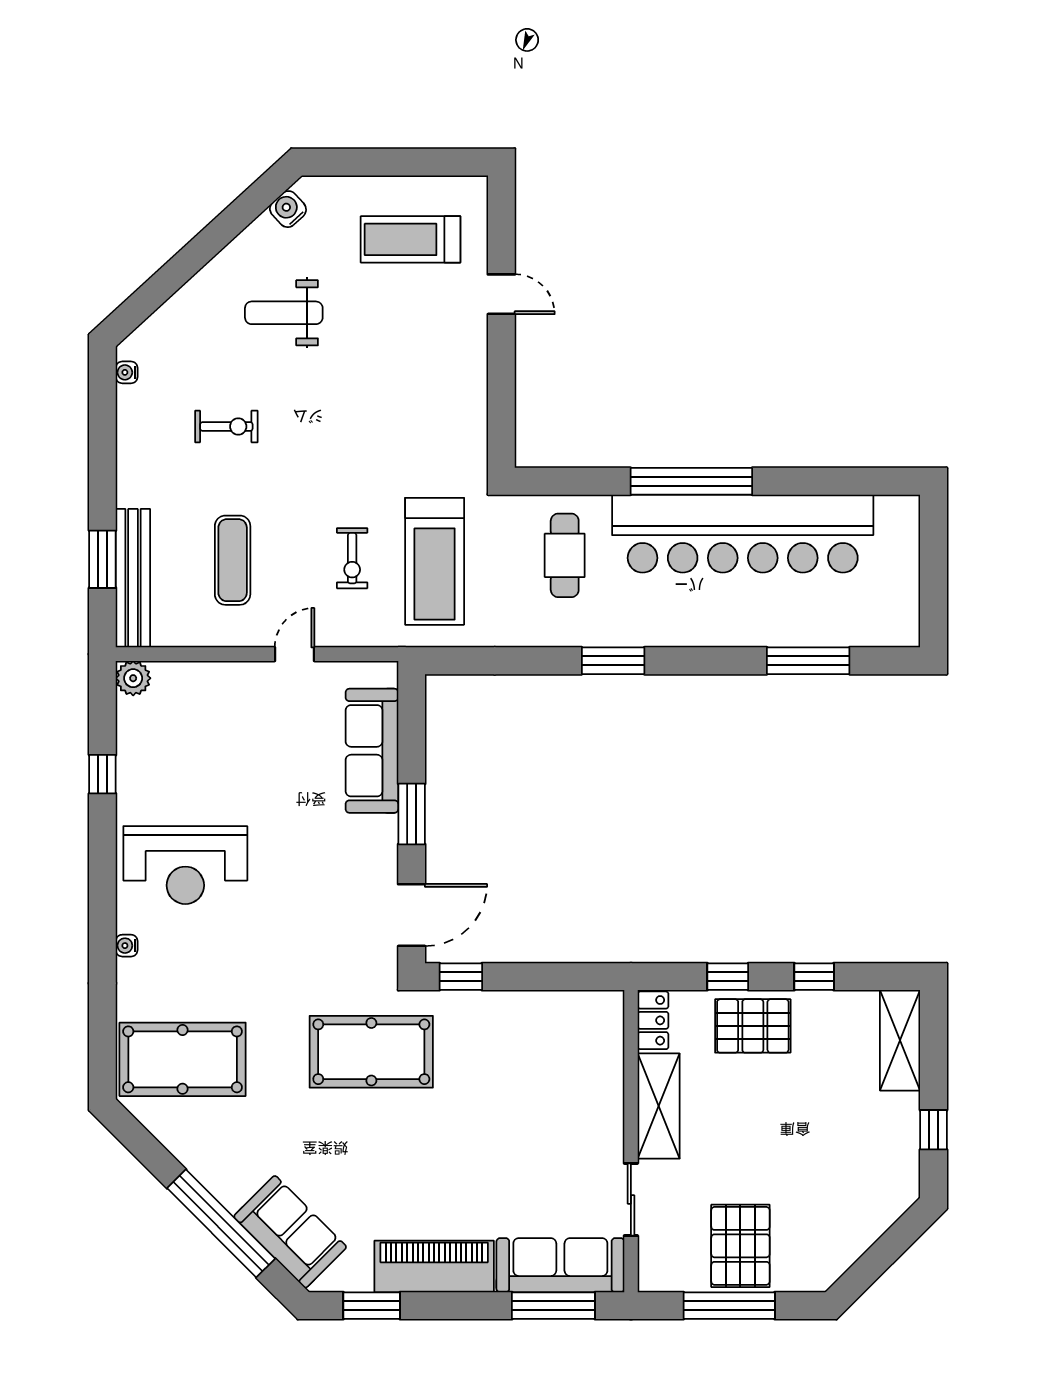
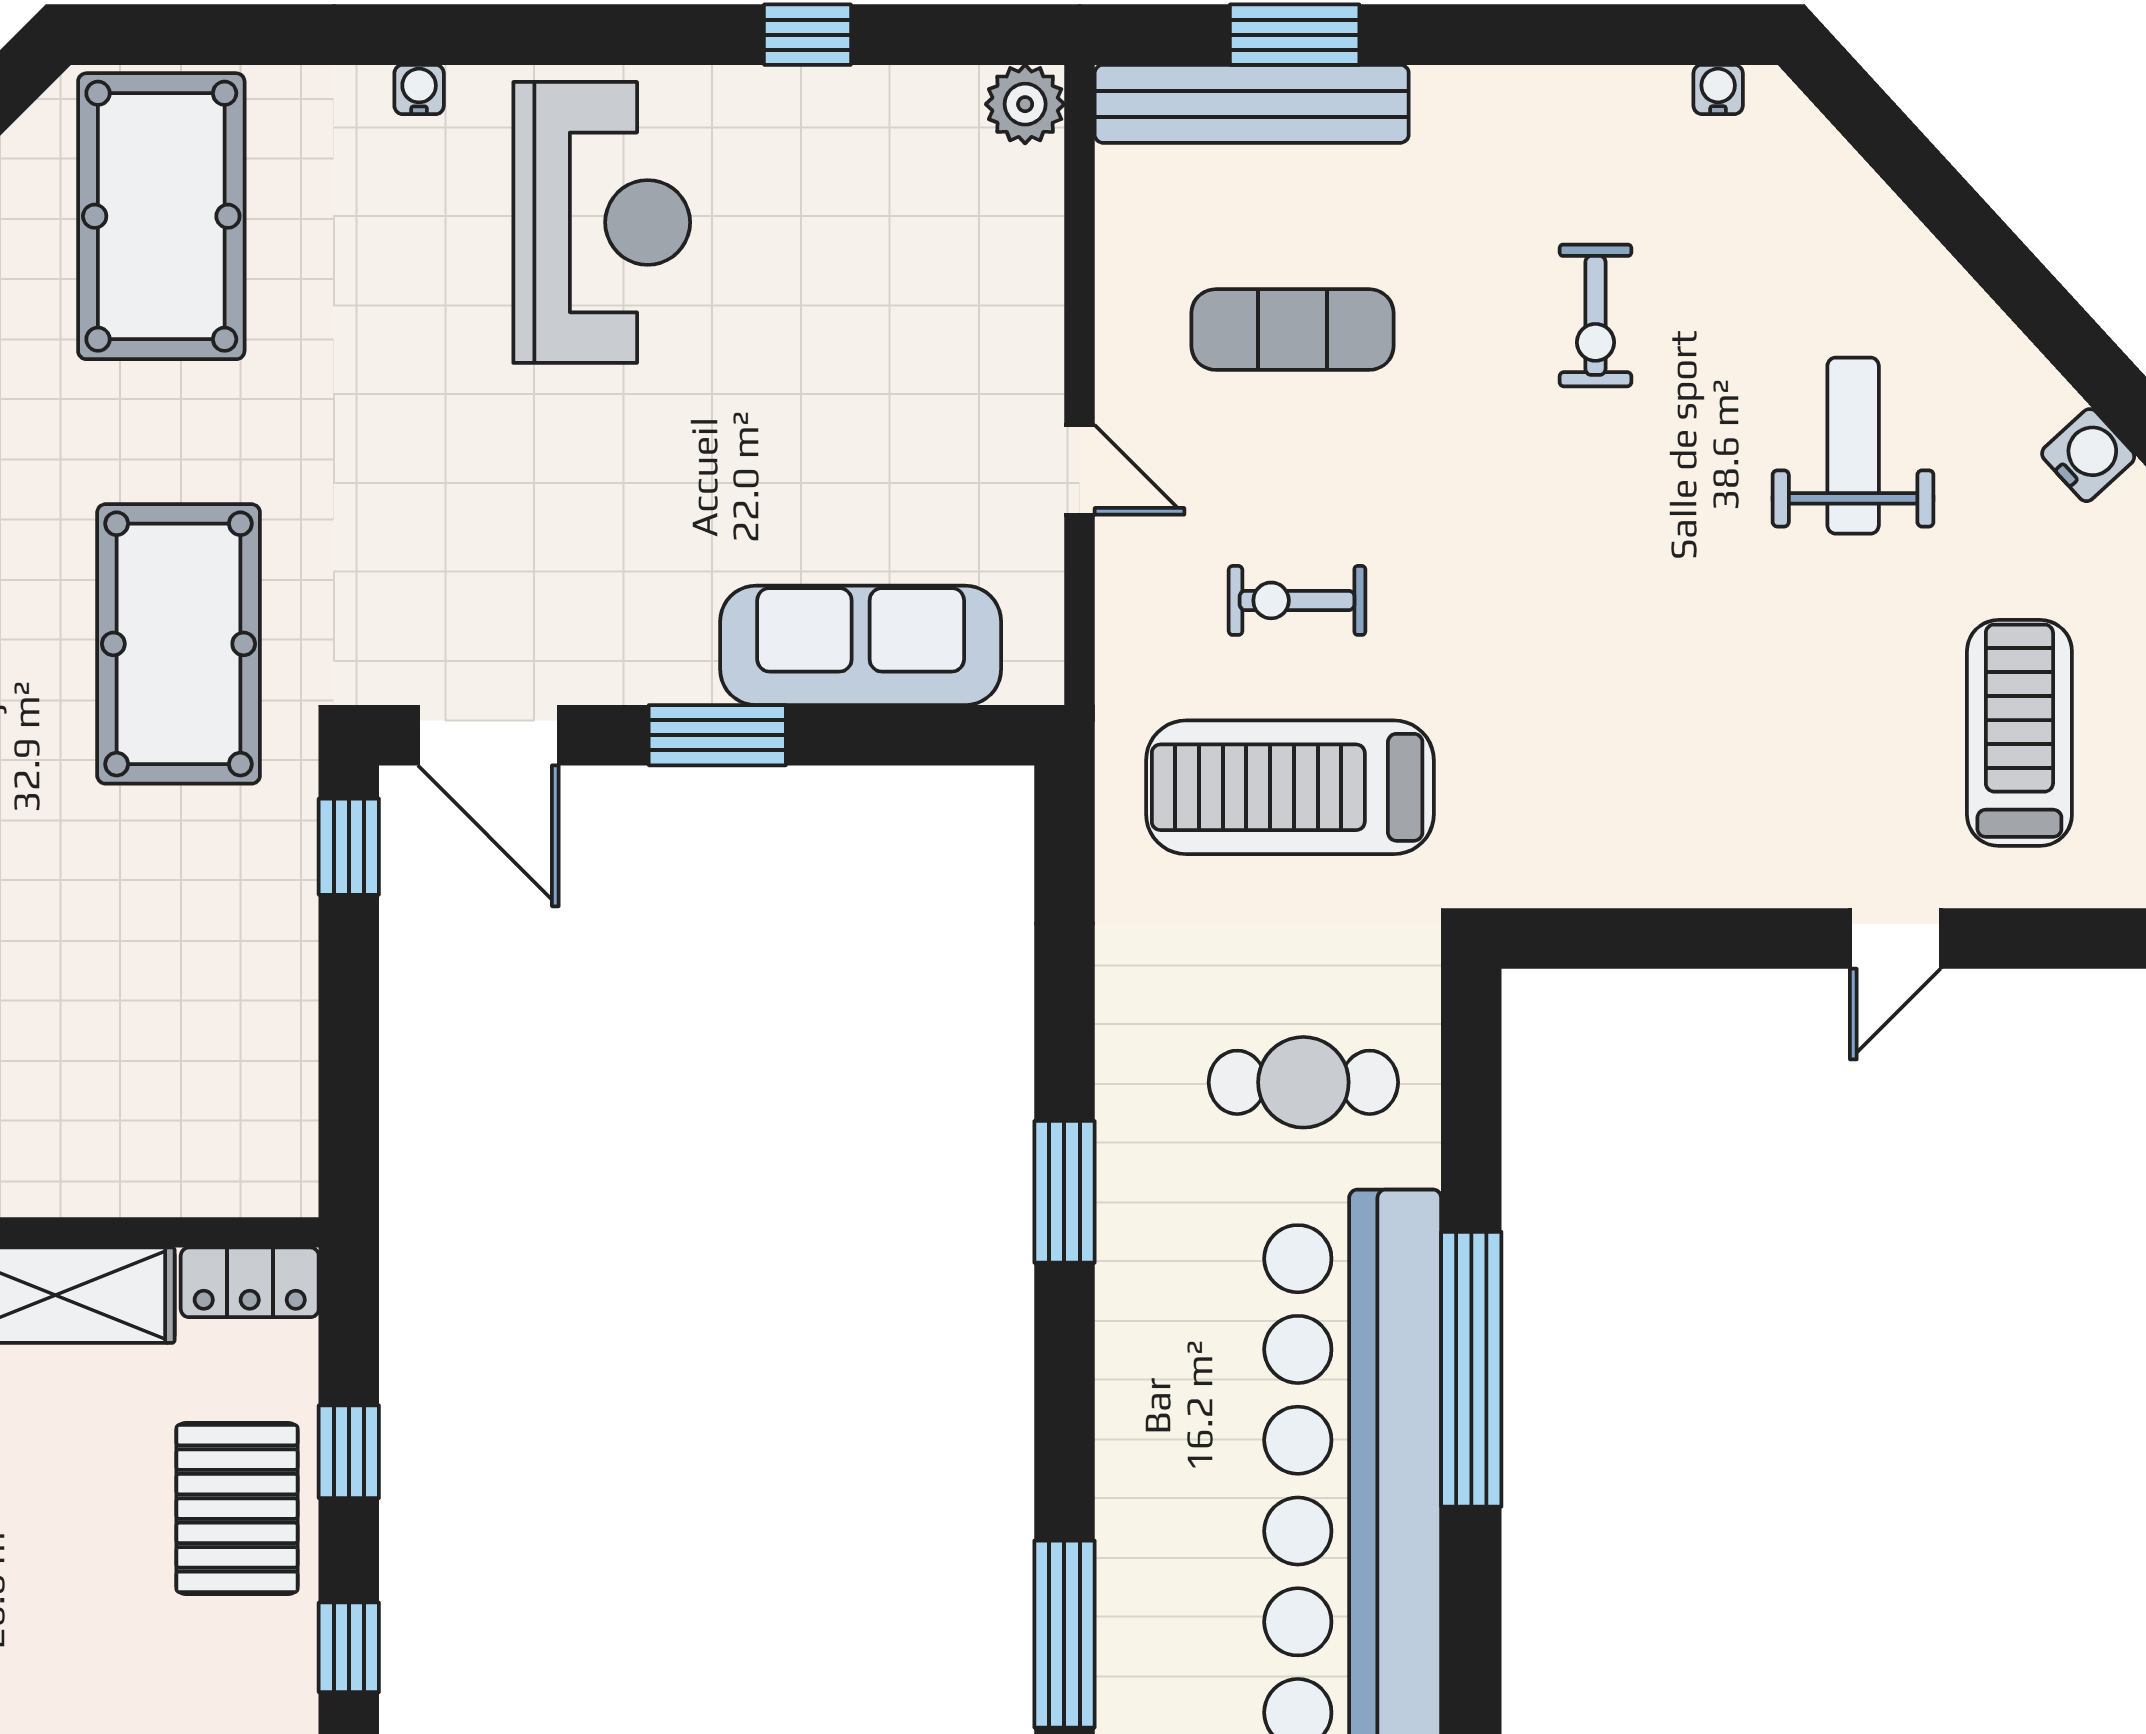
reception desk: (185, 865) -> (602, 222), turned 180

